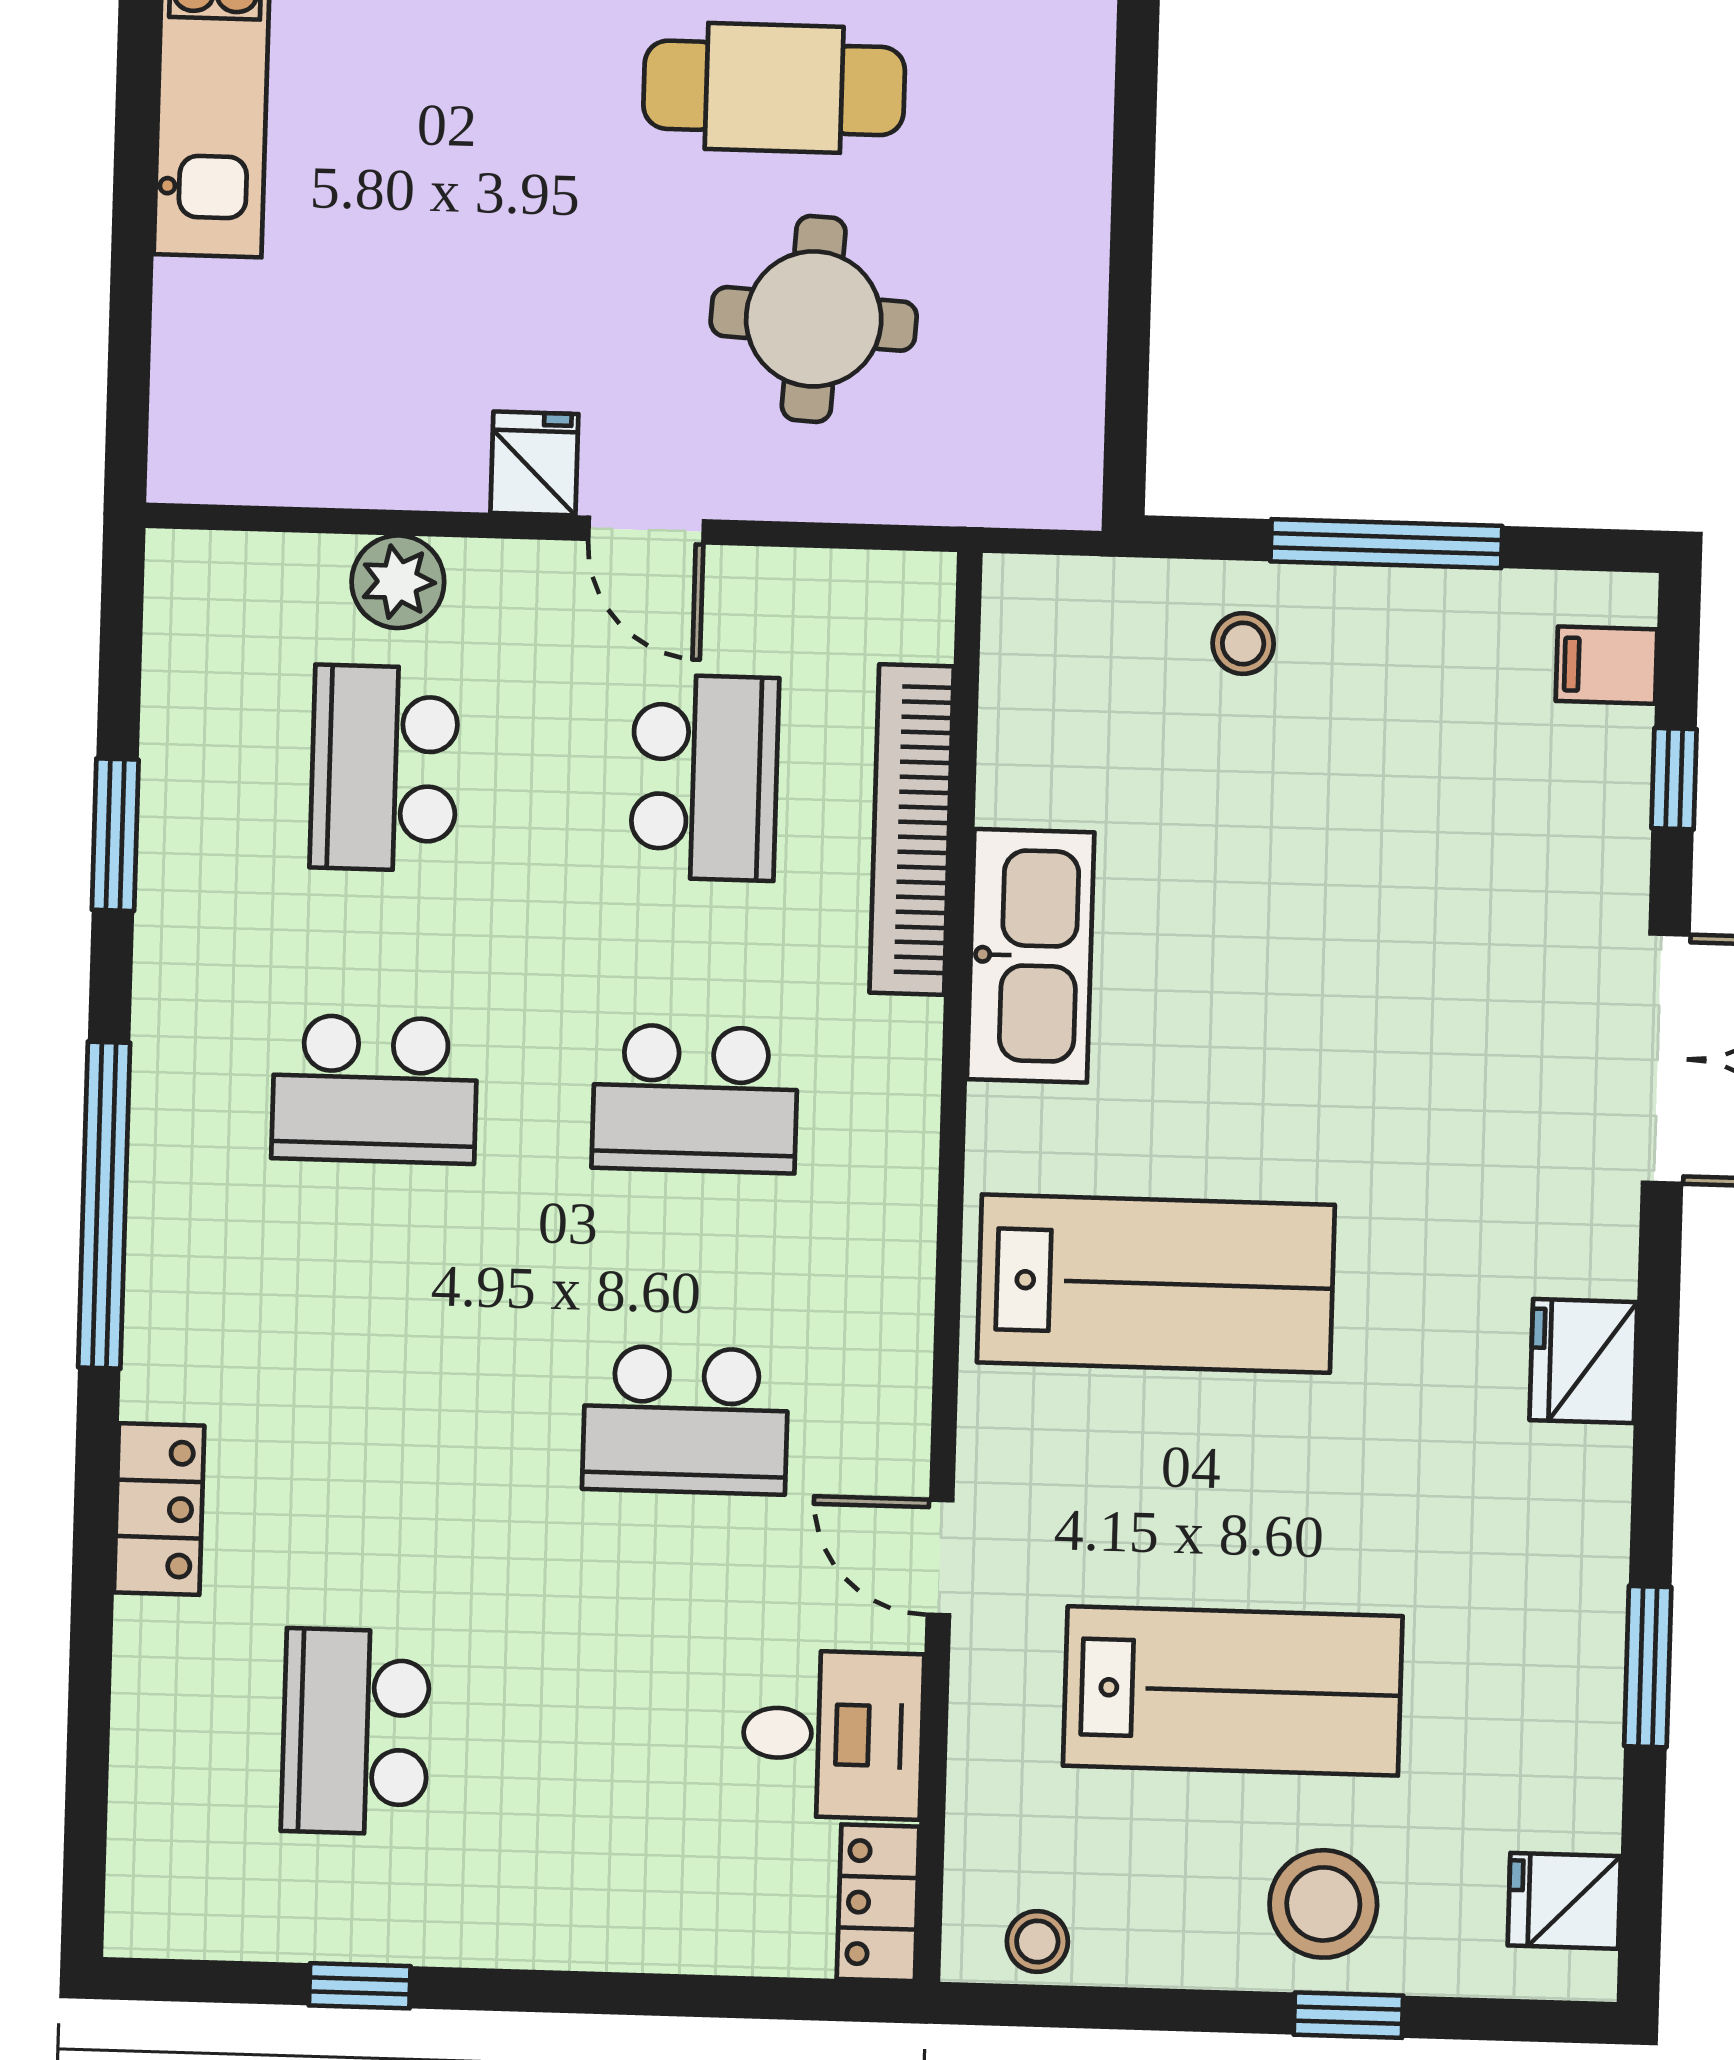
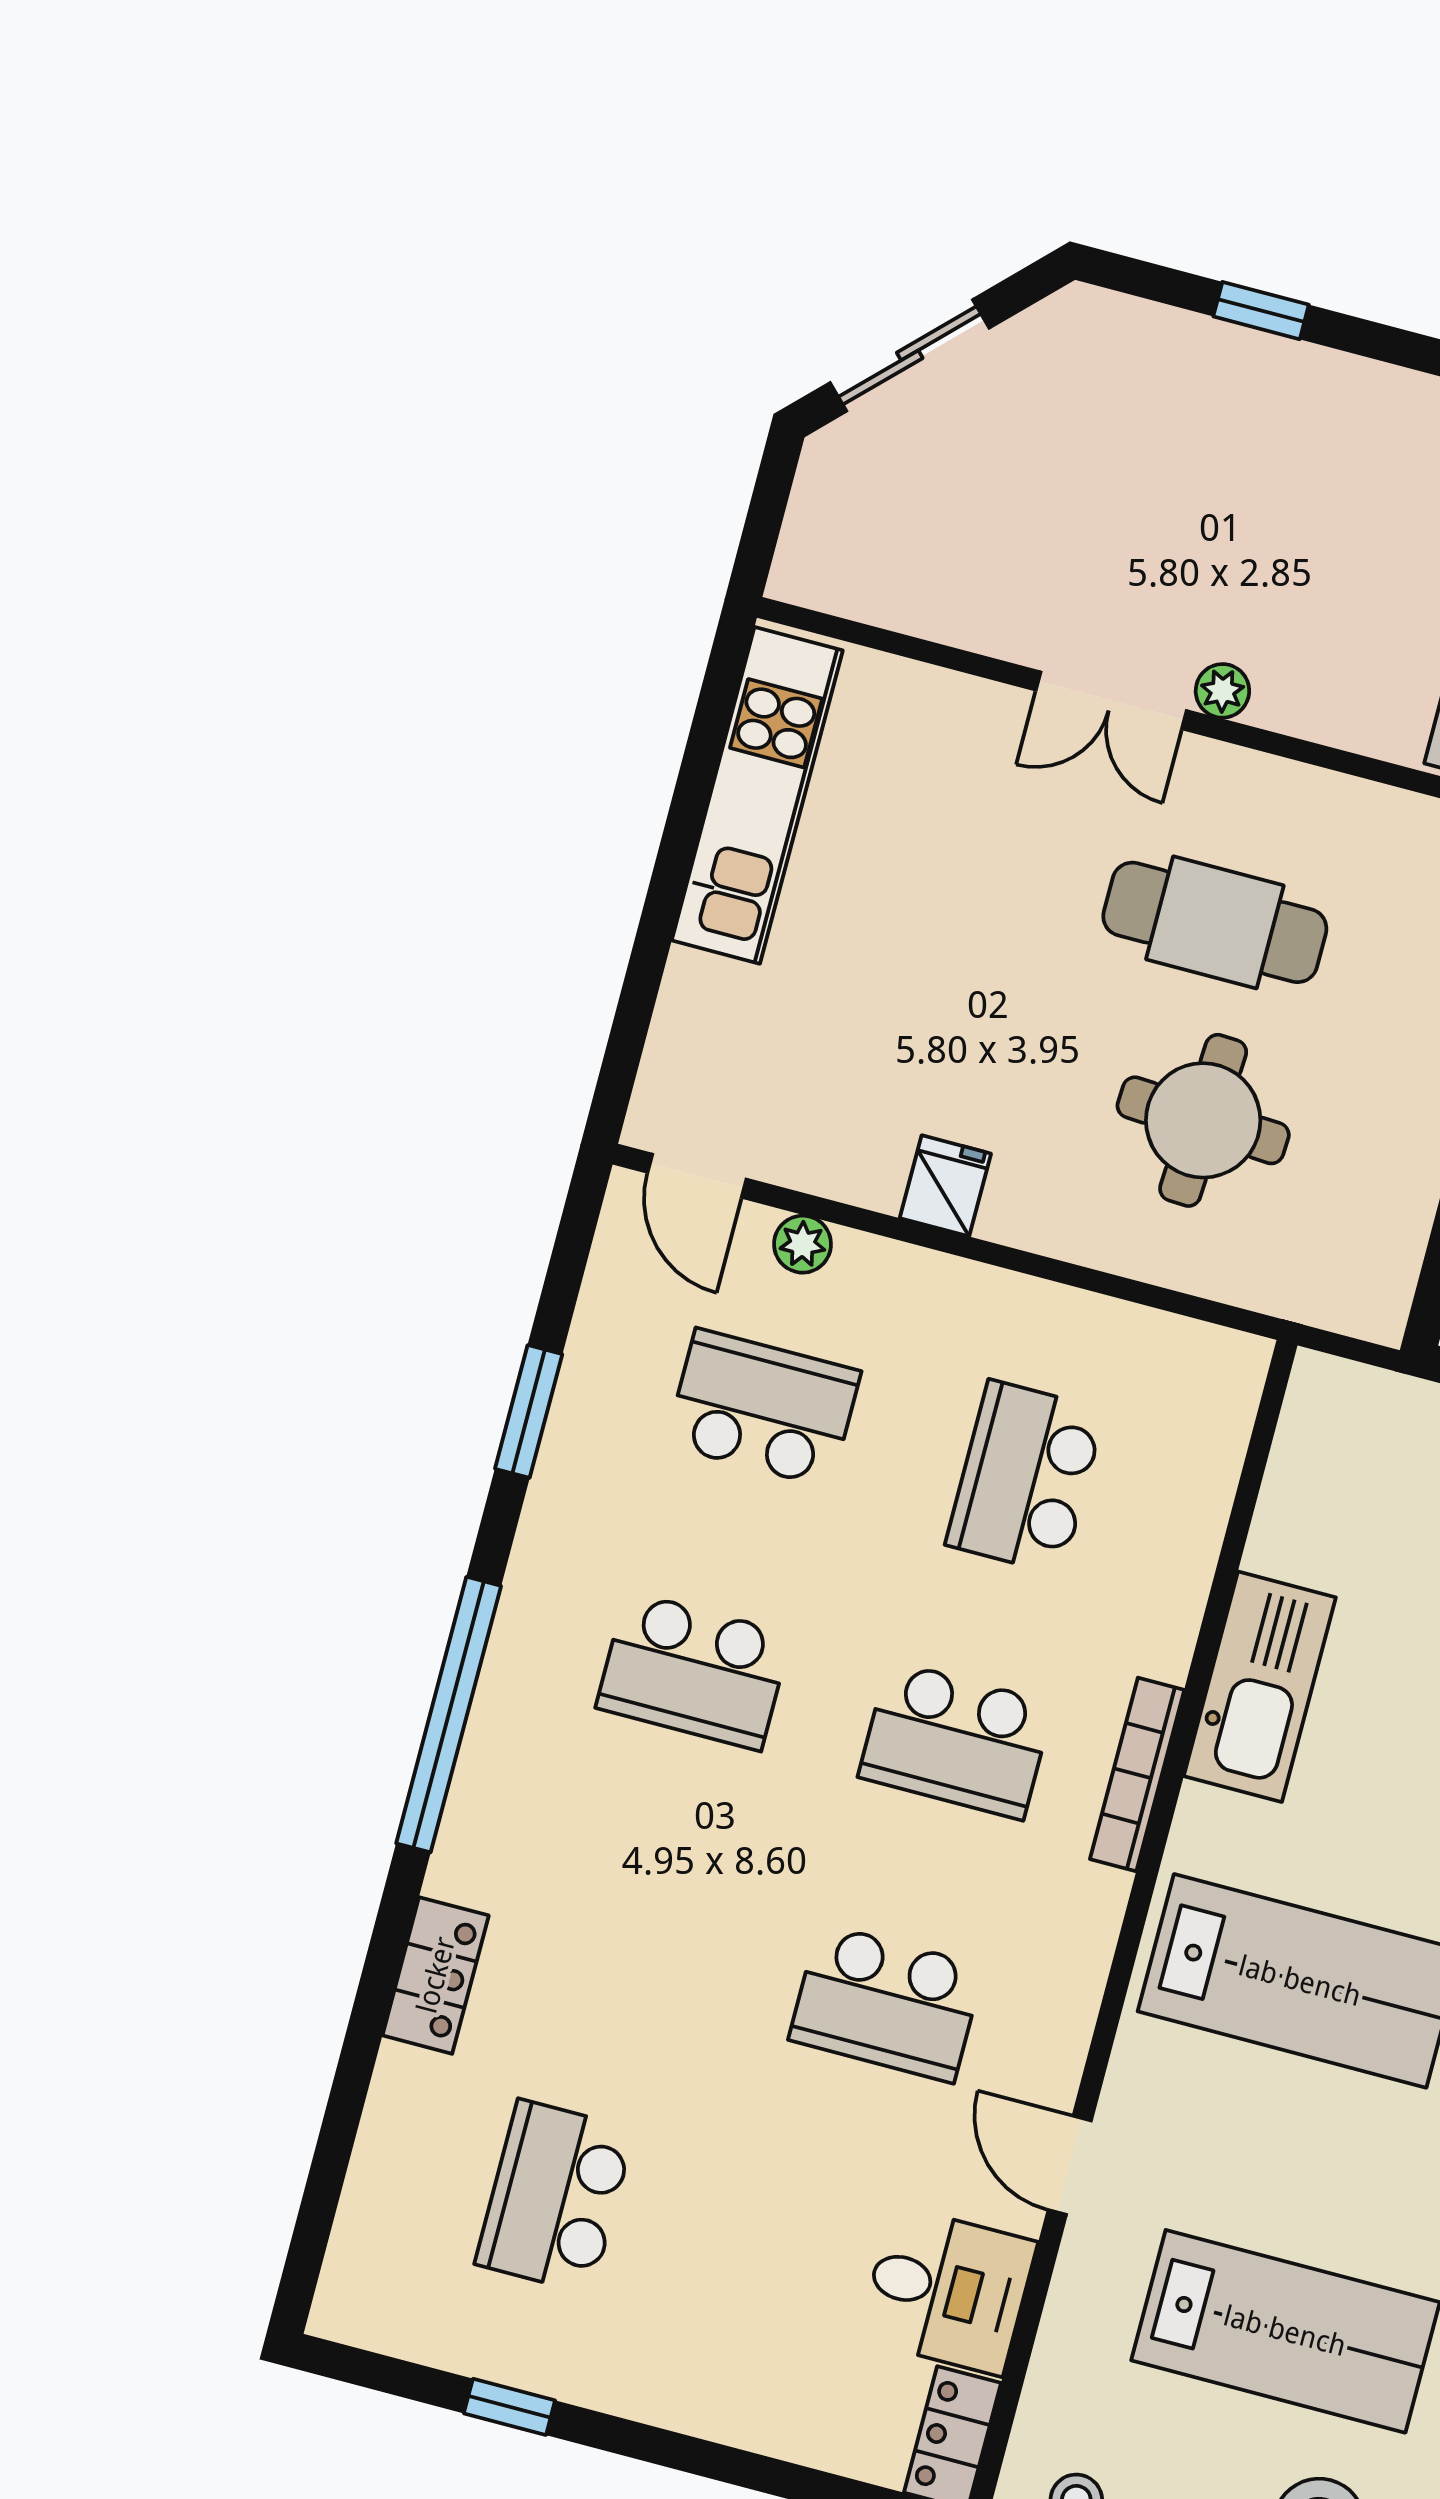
door: (646, 530) -> (697, 1176), moved
plant: (398, 582) -> (803, 1244), width x0.73, depth x0.73
school desk: (384, 768) -> (763, 1408), turned 90
school desk: (705, 777) -> (1025, 1477), turned 180
bookcase: (912, 829) -> (1137, 1774), moved, width x0.68, depth x0.76

